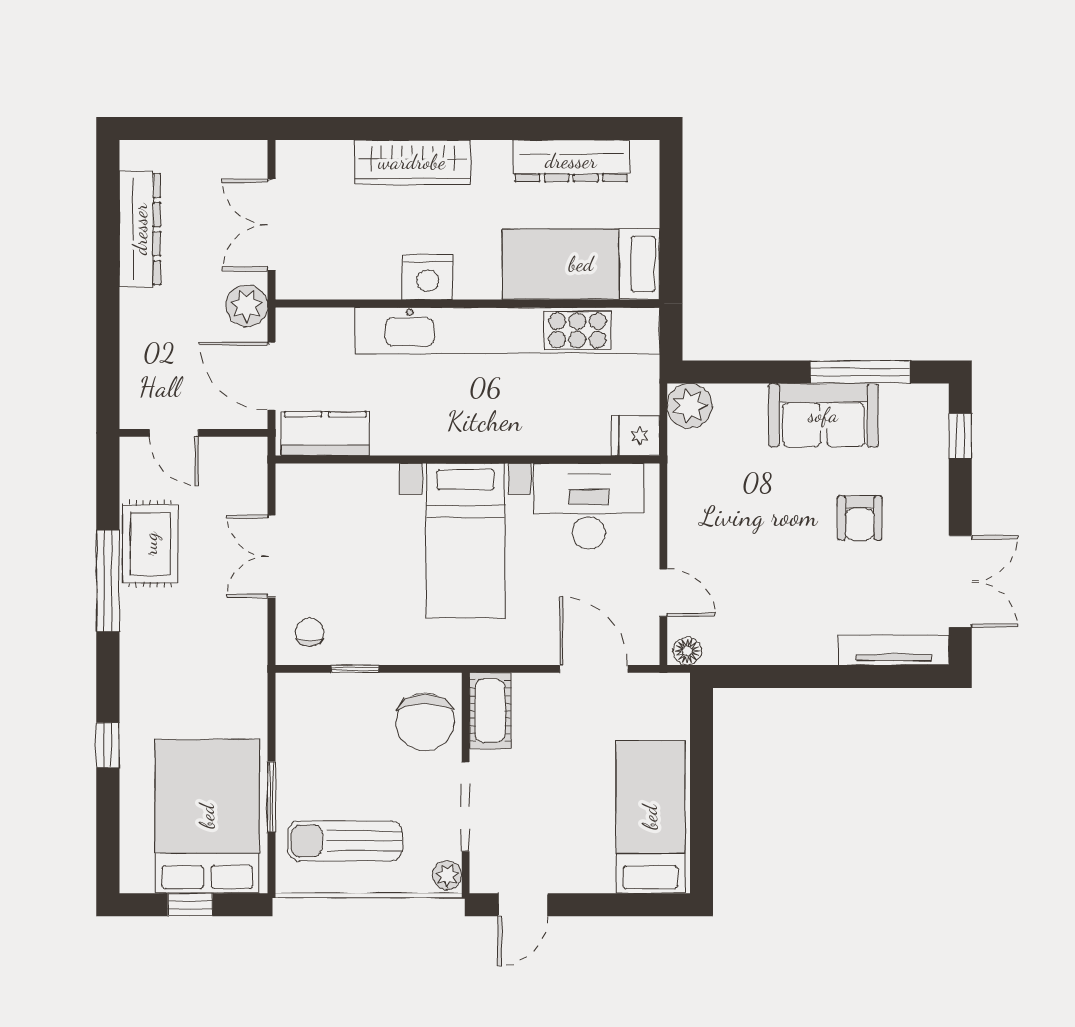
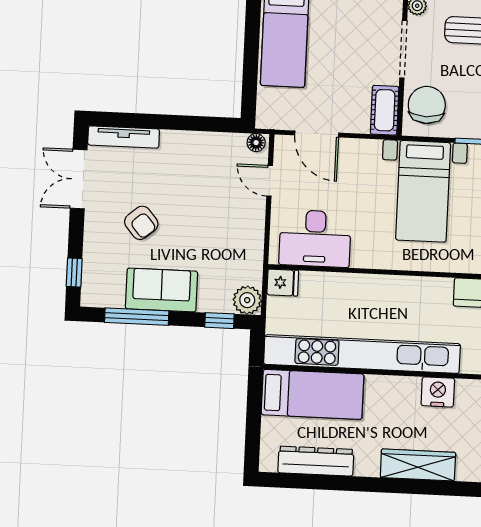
nightstand: (428, 277) -> (438, 392), moved
window: (731, 372) -> (219, 321), added
armchair: (860, 518) -> (141, 223), turned 140
bed with nightstands: (465, 541) -> (423, 191), moved, turned 180

